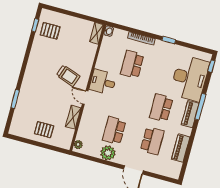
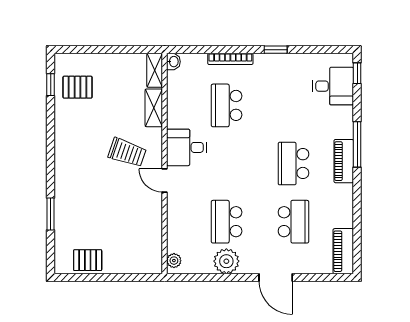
desk: (190, 78) -> (333, 86), width x0.53, depth x0.77
shelving: (73, 117) -> (154, 108), moved
pallet: (44, 130) -> (88, 260), moved
piano: (181, 148) -> (343, 251), moved

